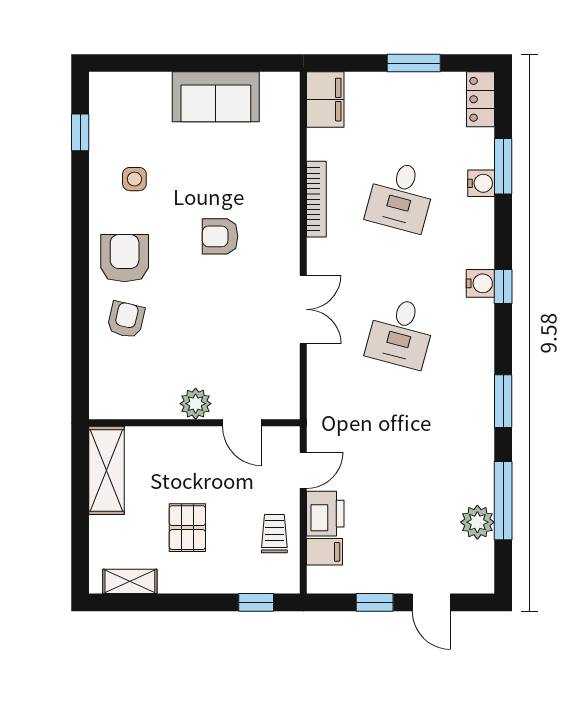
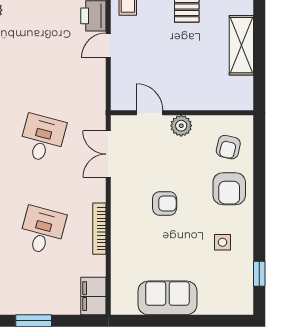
plant: (196, 404) -> (181, 126), moved
wall: (194, 423) -> (182, 113), moved
door: (242, 423) -> (150, 113), moved

